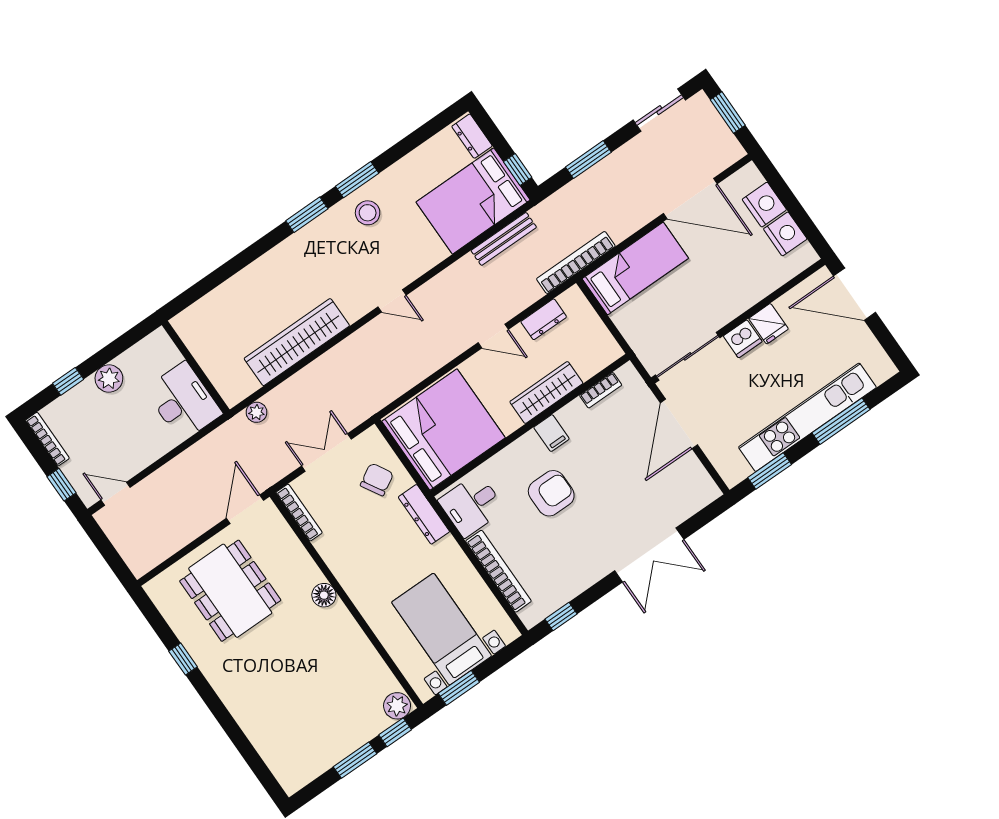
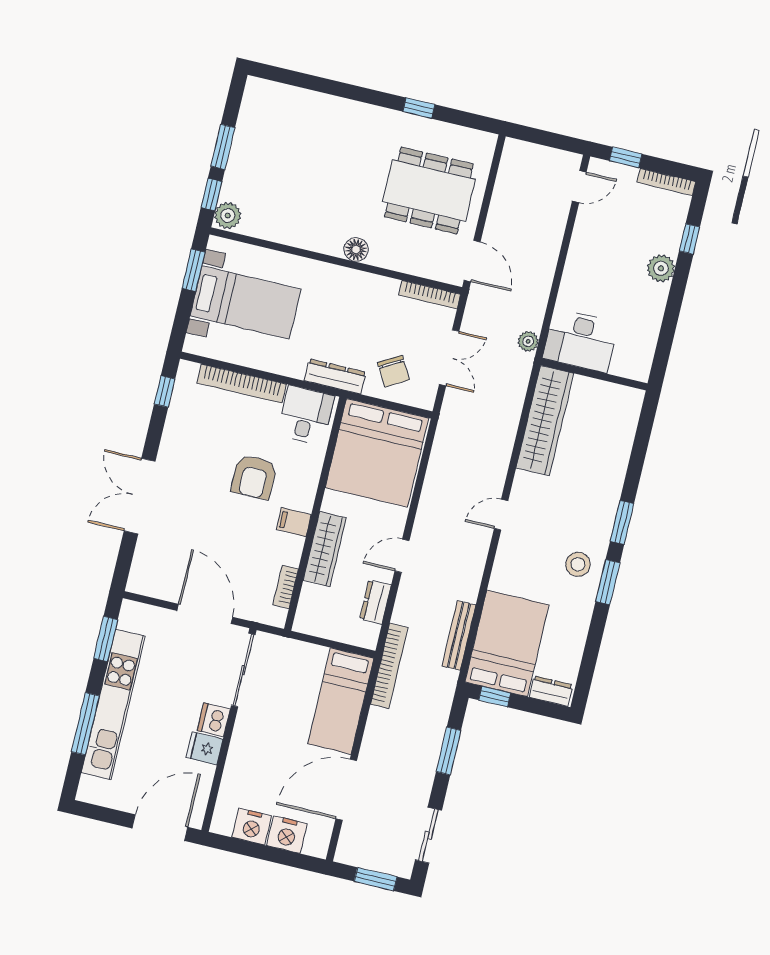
wall: (196, 367) -> (594, 374), moved
desk: (183, 402) -> (580, 340), moved

